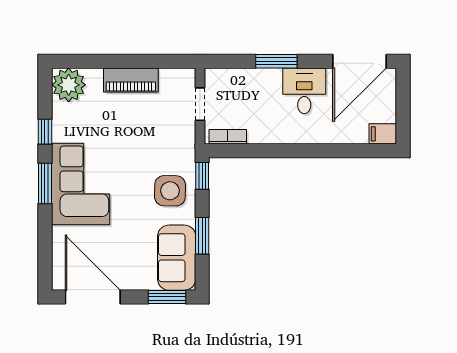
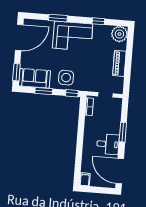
window: (45, 184) -> (58, 18), moved

